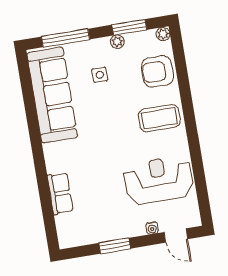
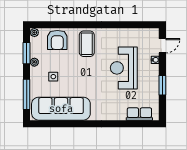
reception desk: (159, 180) -> (124, 68), moved
row of seats: (60, 193) -> (139, 114), moved

